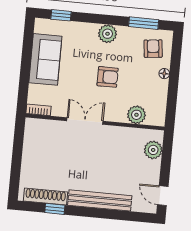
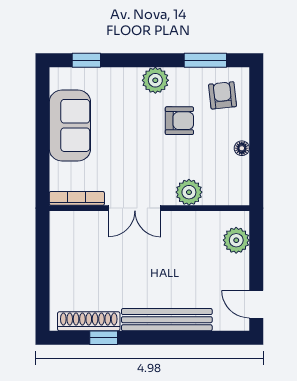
floor lamp: (164, 74) -> (242, 148), moved
armchair: (108, 77) -> (179, 121), moved
bookcase: (38, 110) -> (77, 198), width x1.56
plant: (136, 115) -> (189, 192), moved
double door: (85, 121) -> (135, 208), swing flipped

